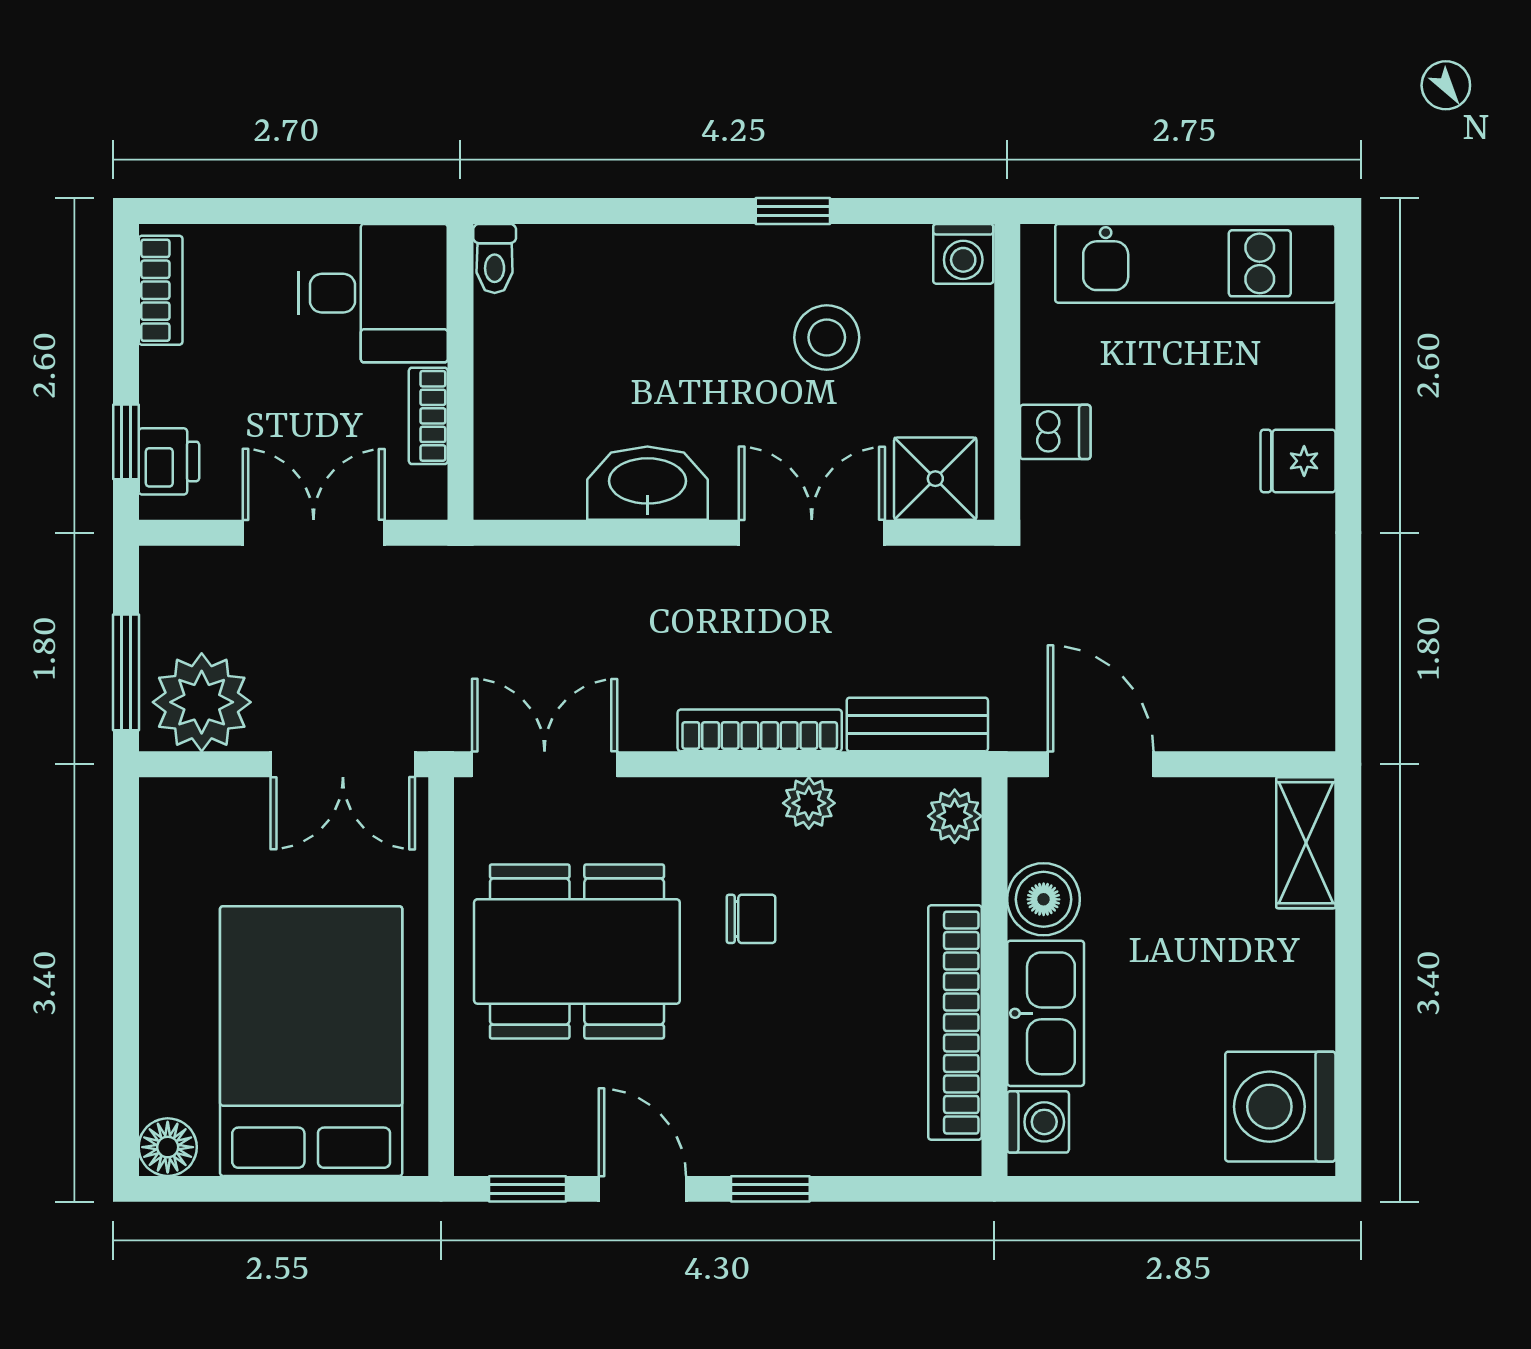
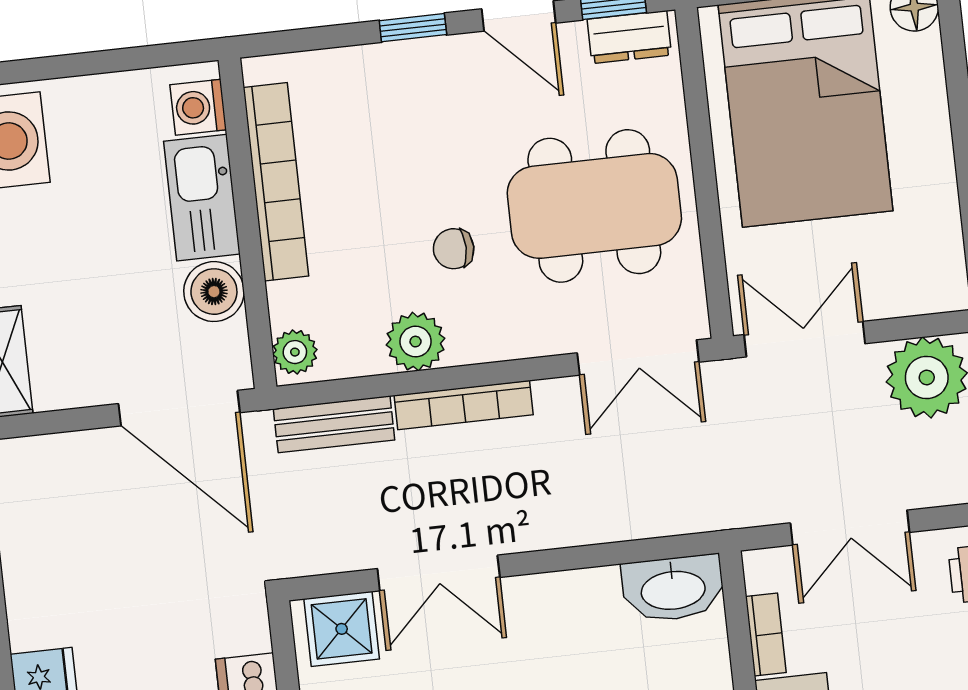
washbasin: (647, 483) -> (673, 589), moved
door: (1101, 764) -> (179, 408), width x1.36
plant: (809, 803) -> (416, 342), width x1.38, depth x1.38
dresser: (513, 1149) -> (629, 37), added

